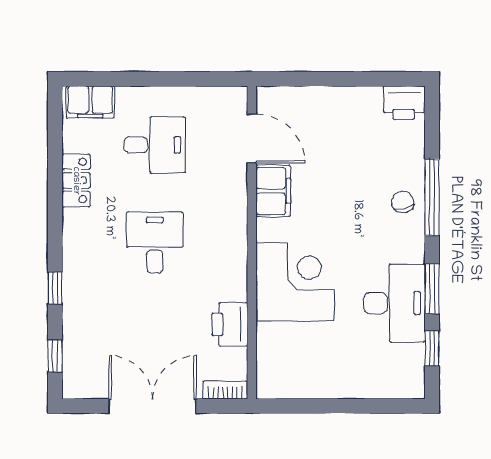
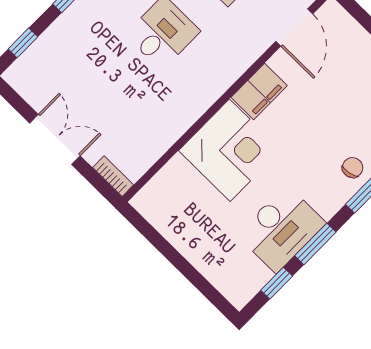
filing cabinet: (273, 191) -> (259, 91), moved
printer: (230, 324) -> (159, 136), removed
double door: (153, 406) -> (55, 139), width x0.73

